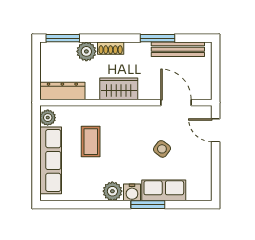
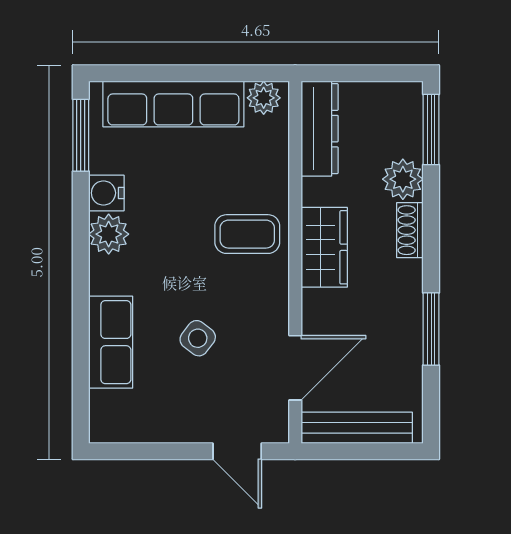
bench: (178, 49) -> (357, 428), moved, turned 90
door: (216, 130) -> (237, 451), swing flipped
coffee table: (91, 142) -> (247, 234), moved
water cooler: (132, 192) -> (106, 193), moved
window: (148, 205) -> (81, 135), moved

